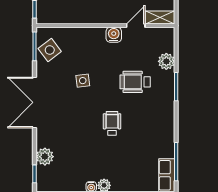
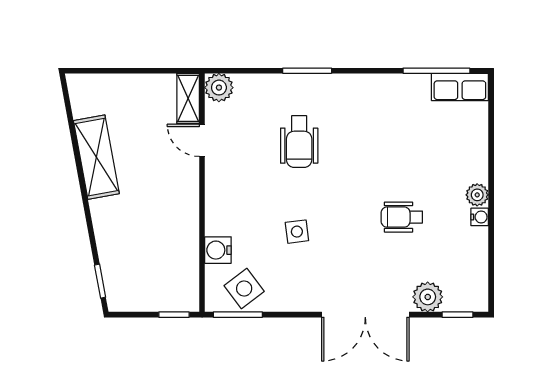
water cooler: (114, 35) -> (218, 250), moved
plant: (166, 61) -> (219, 88), moved
double door: (35, 102) -> (365, 315), moved
wheelchair: (112, 123) -> (402, 217), moved

